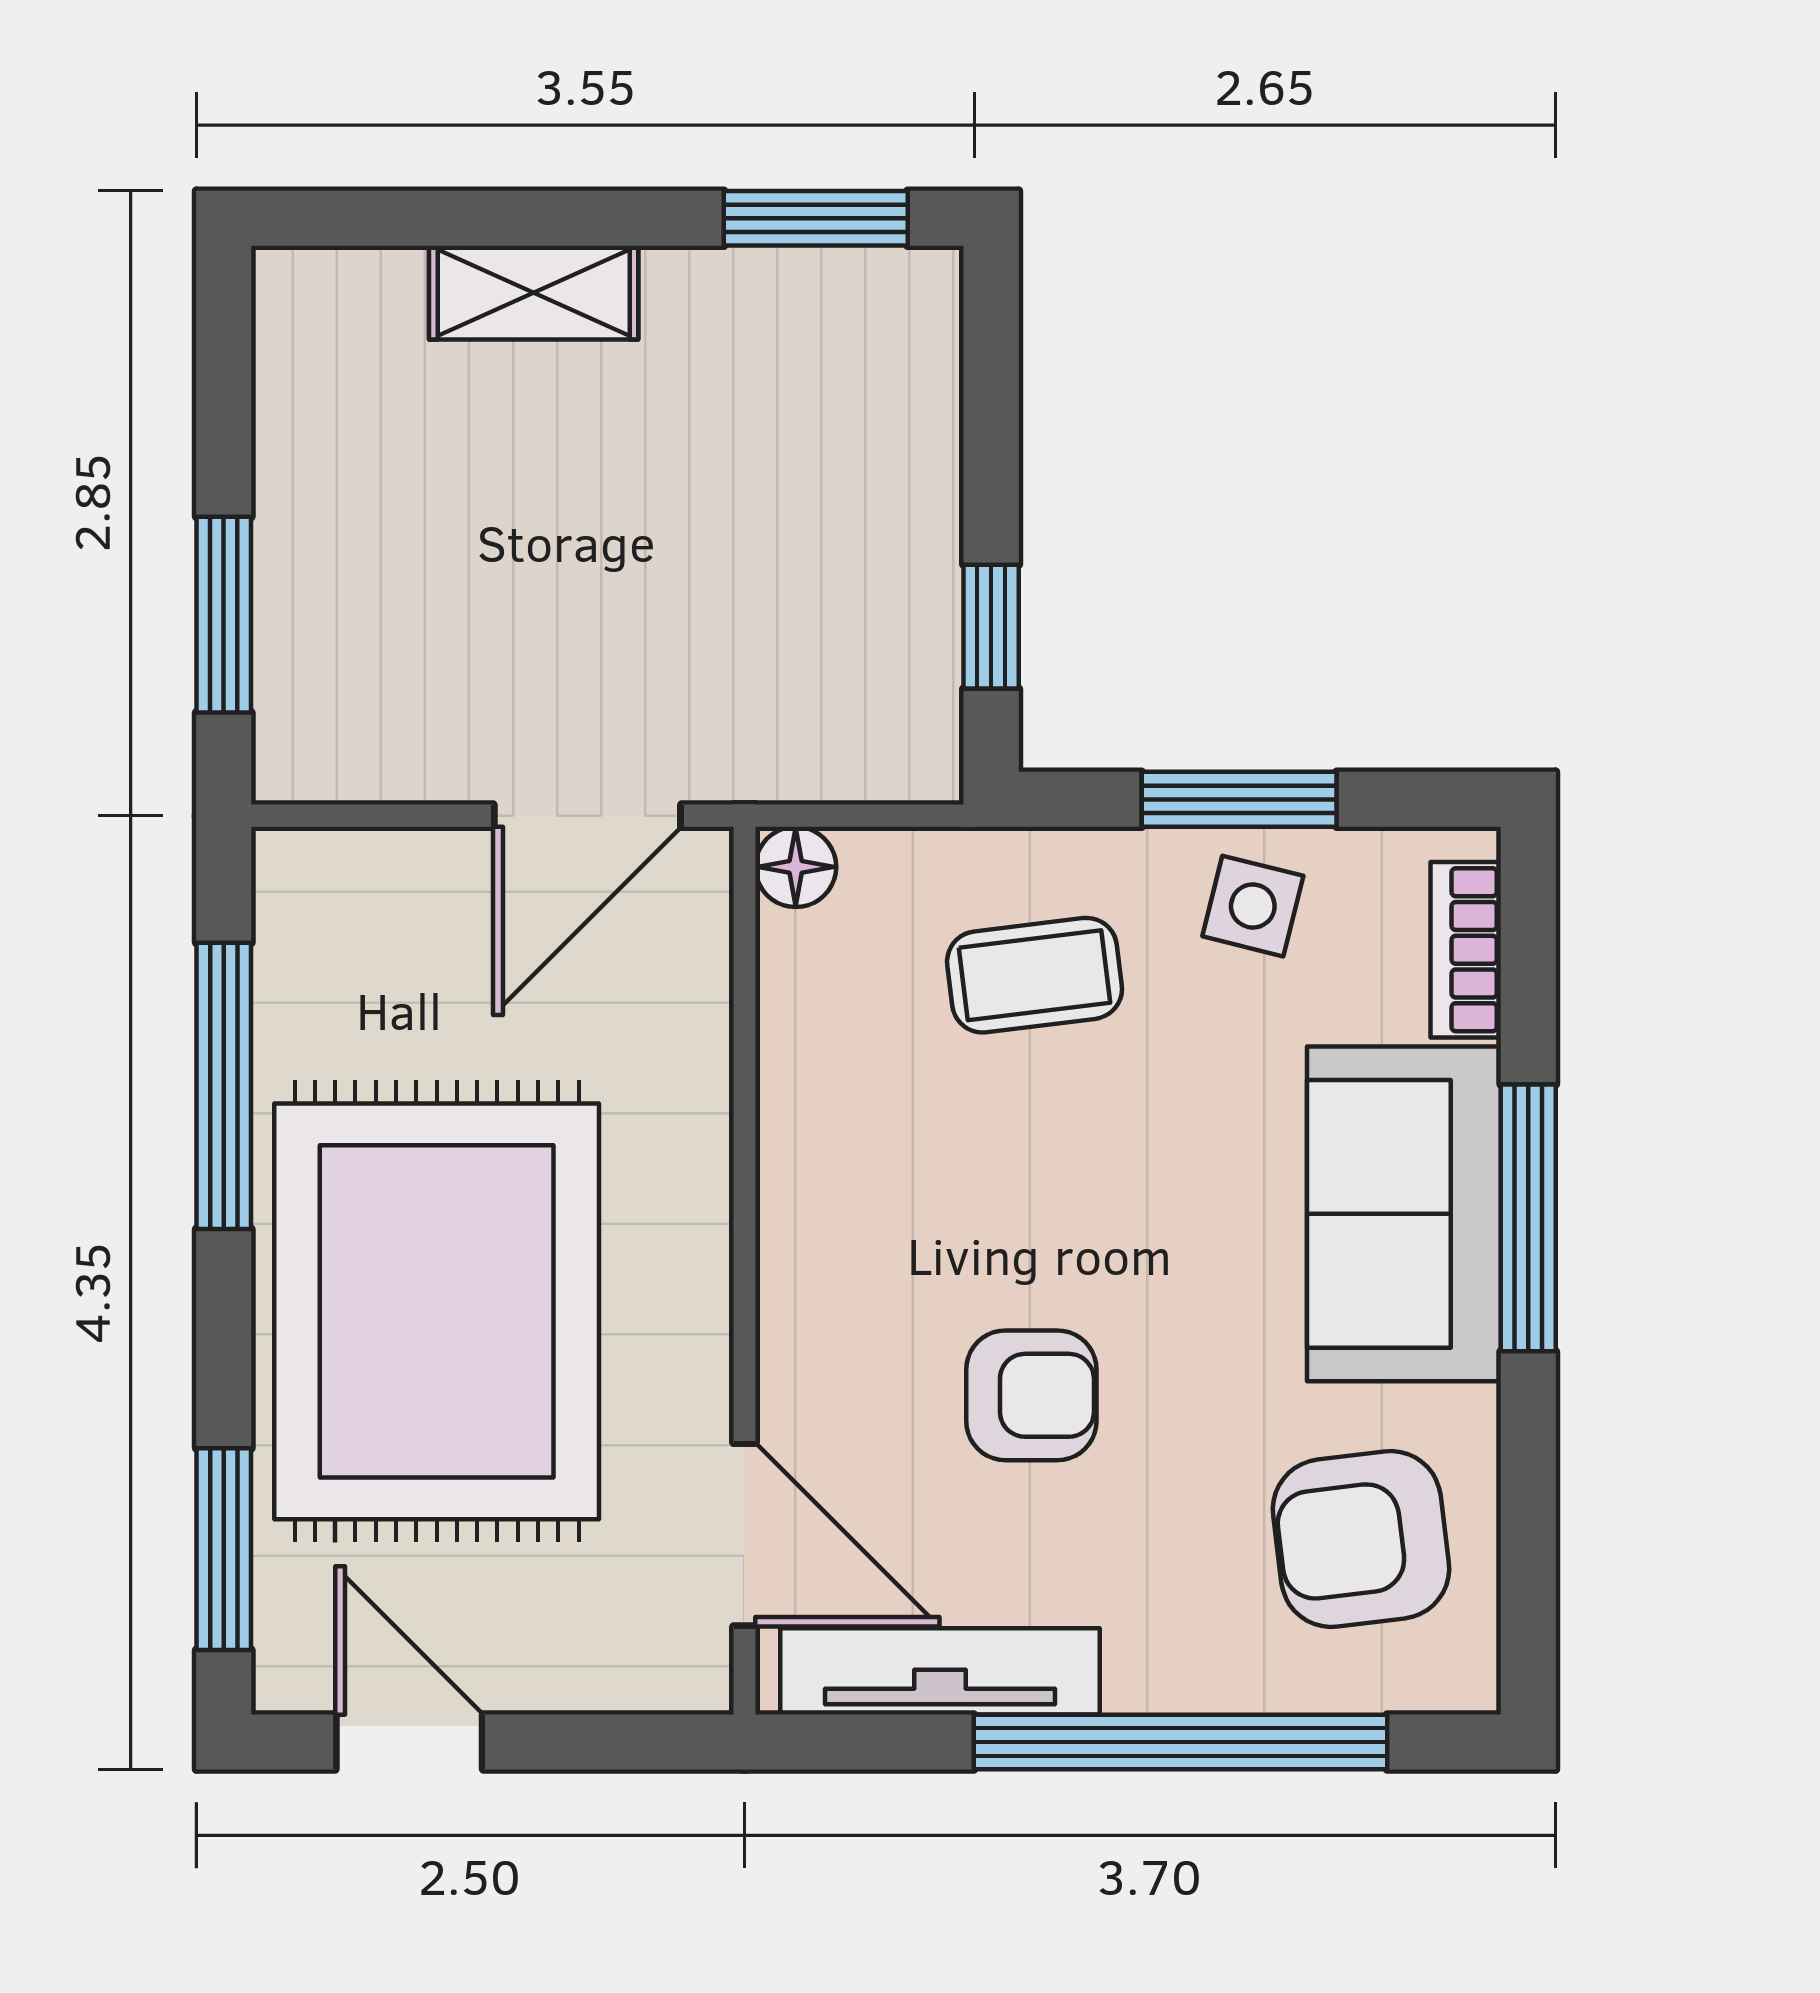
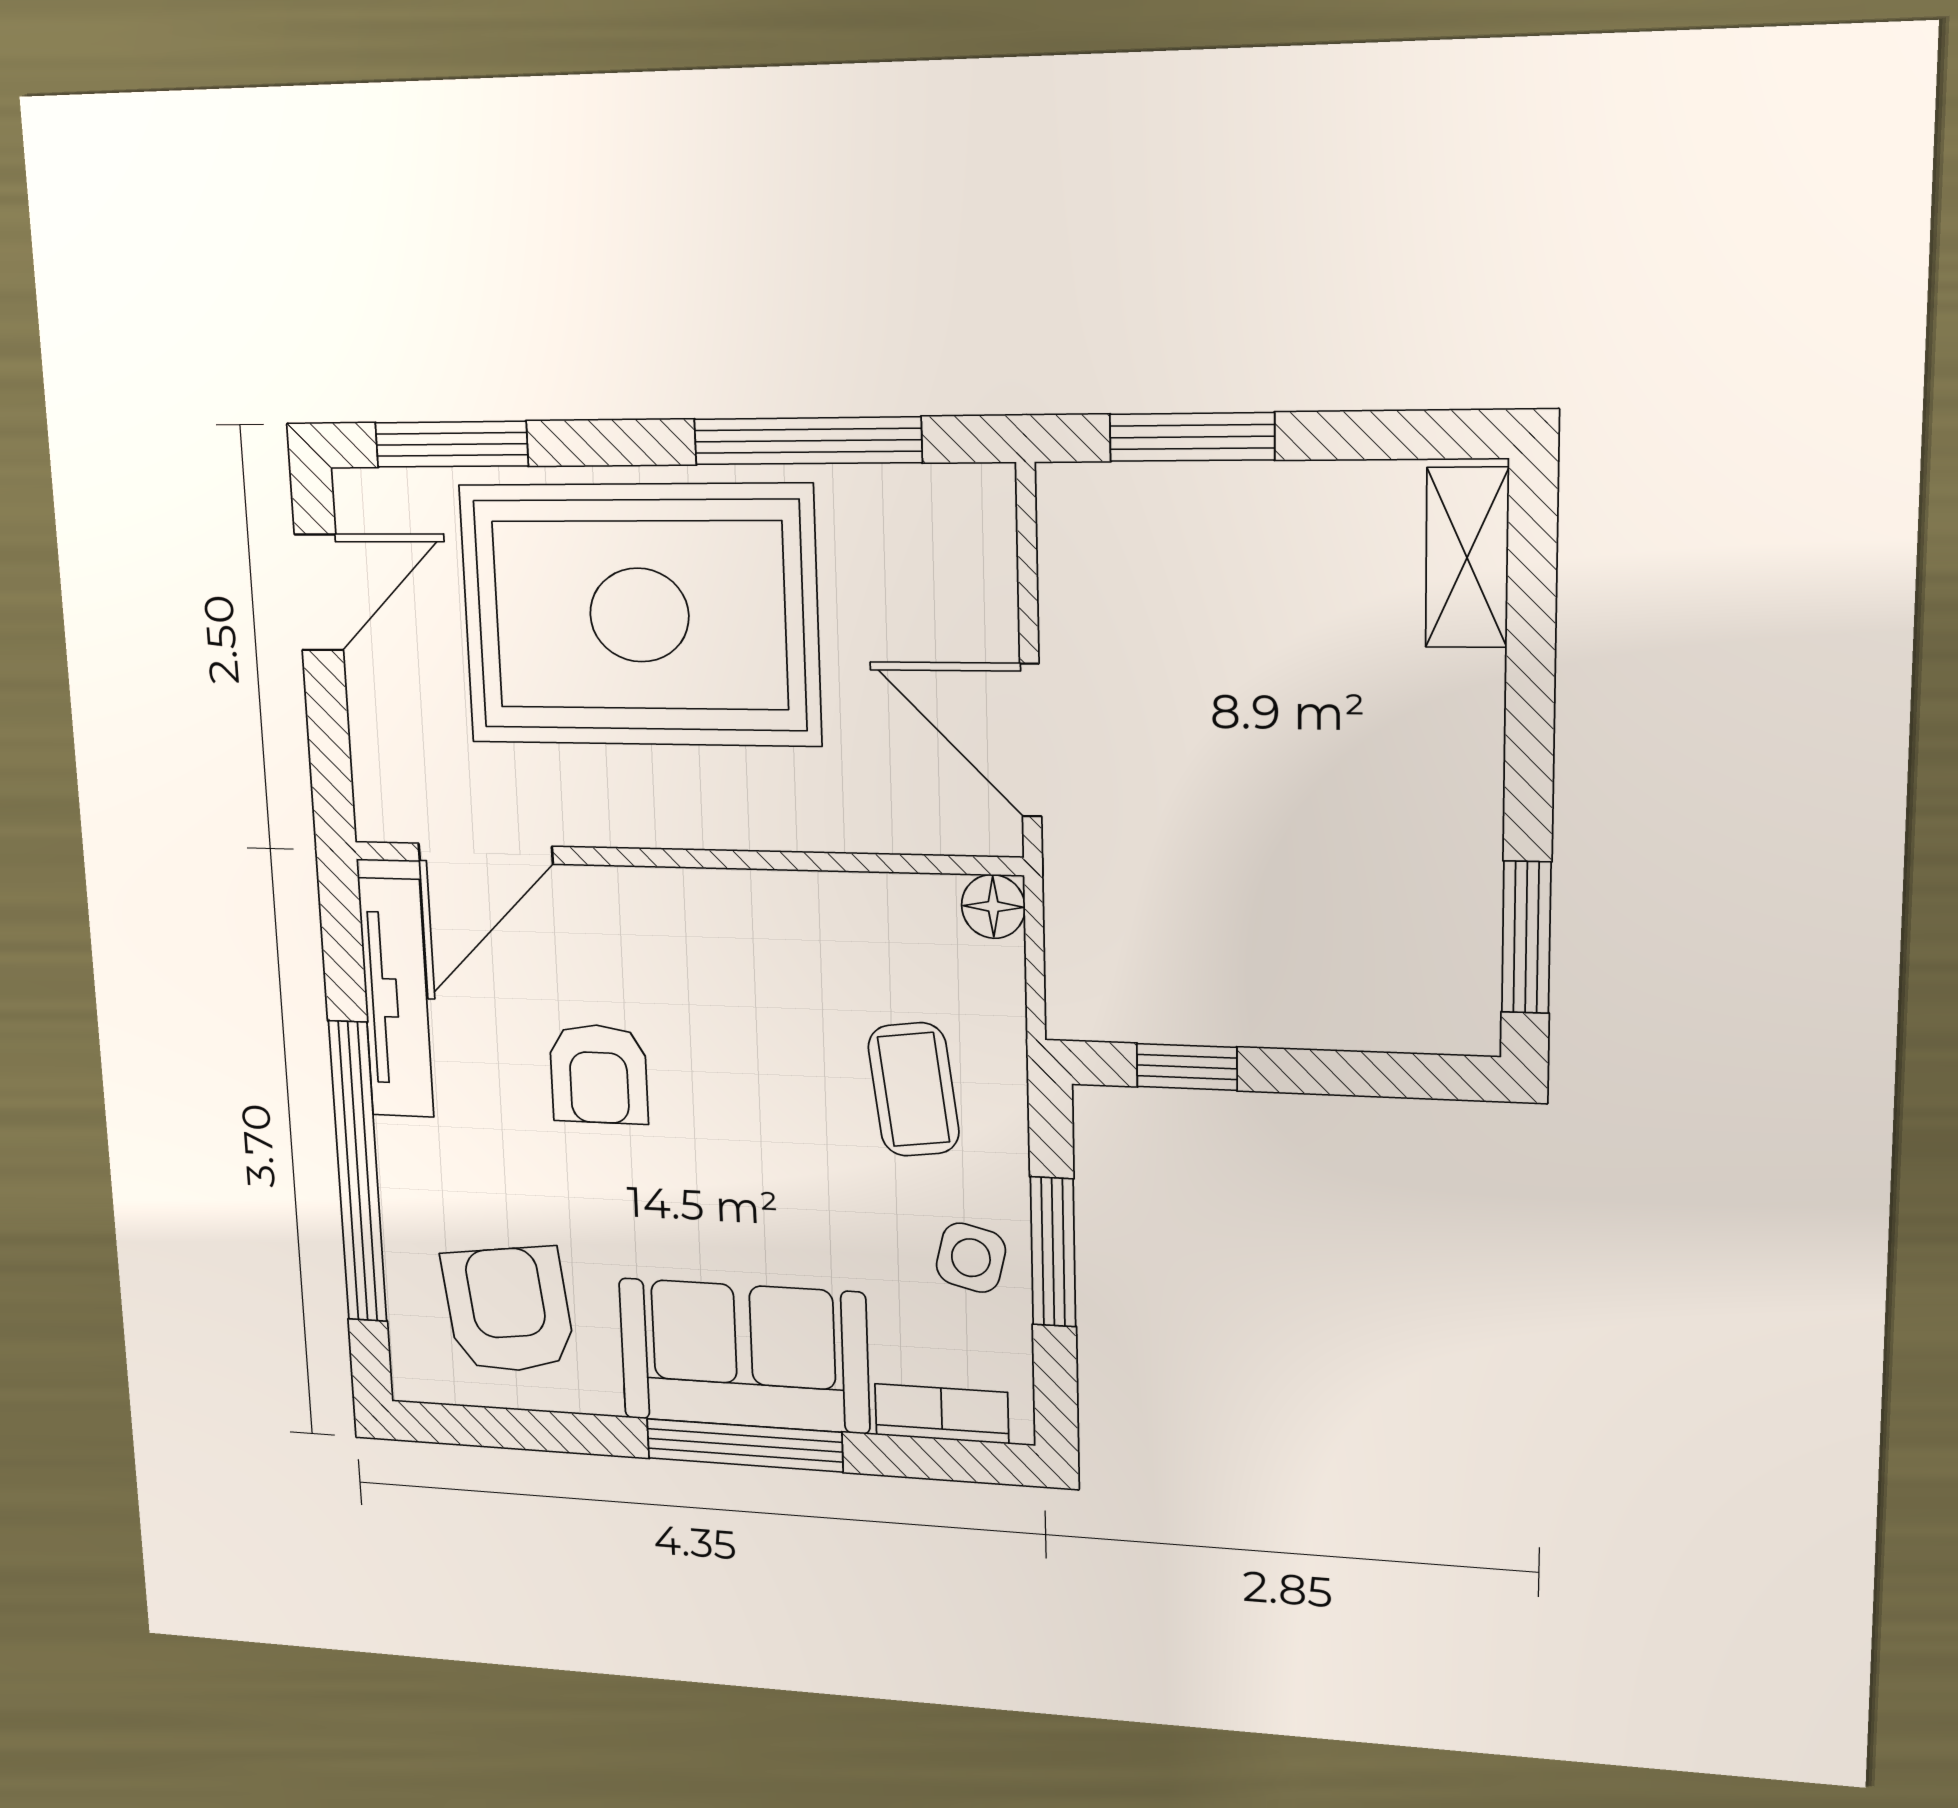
shelving: (534, 293) -> (1467, 558), moved

